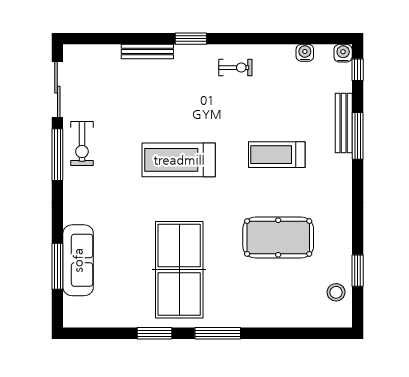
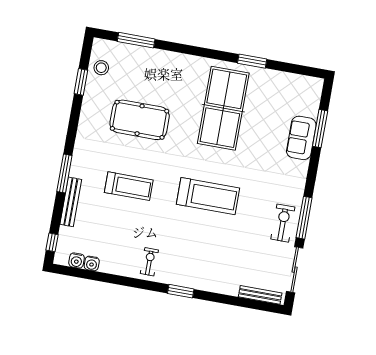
bench: (147, 52) -> (260, 295), moved
water cooler: (343, 53) -> (77, 260), moved
exercise bike: (235, 68) -> (149, 262), turned 90
window: (358, 136) -> (64, 174), moved
sofa: (78, 260) -> (301, 138), width x0.73
window: (218, 333) -> (136, 40), moved

